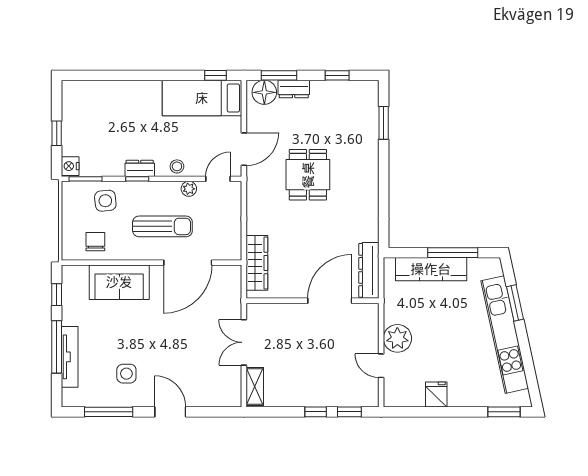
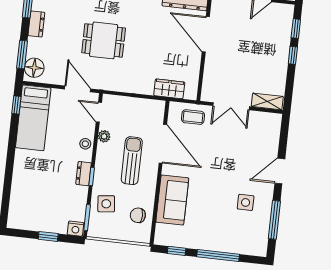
dresser: (294, 89) -> (36, 24), moved
wardrobe: (257, 263) -> (169, 89), width x0.67
coffee table: (225, 296) -> (193, 117), added
tv unit: (70, 357) -> (227, 246), removed

